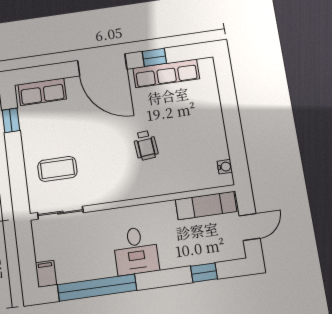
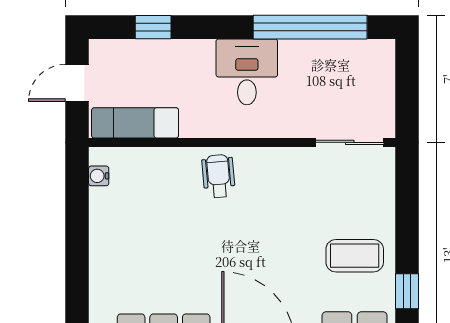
wheelchair: (146, 145) -> (218, 176), moved
coffee table: (57, 169) -> (355, 256), moved
filing cabinet: (46, 274) -> (382, 57), removed

